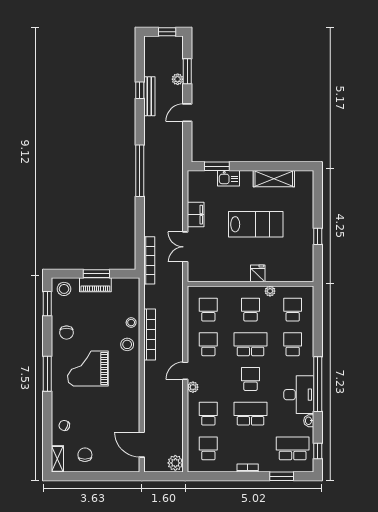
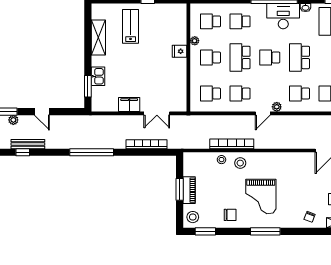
lab bench: (256, 224) -> (131, 26), moved, width x0.73, depth x0.72
bookcase: (149, 260) -> (147, 144), moved
door: (185, 371) -> (263, 113), hinge flipped

